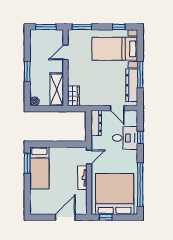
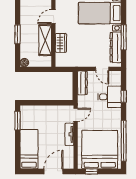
shelving: (57, 89) -> (45, 40), moved
wardrobe: (73, 96) -> (61, 43), moved
bed: (39, 168) -> (29, 149), moved, turned 180

